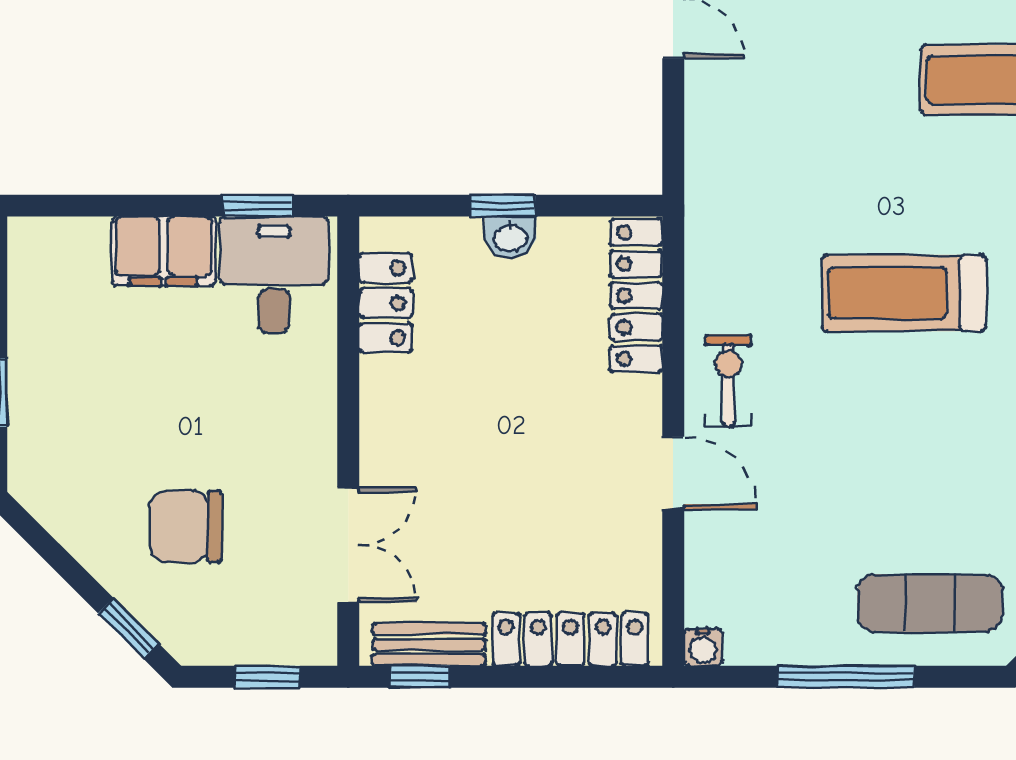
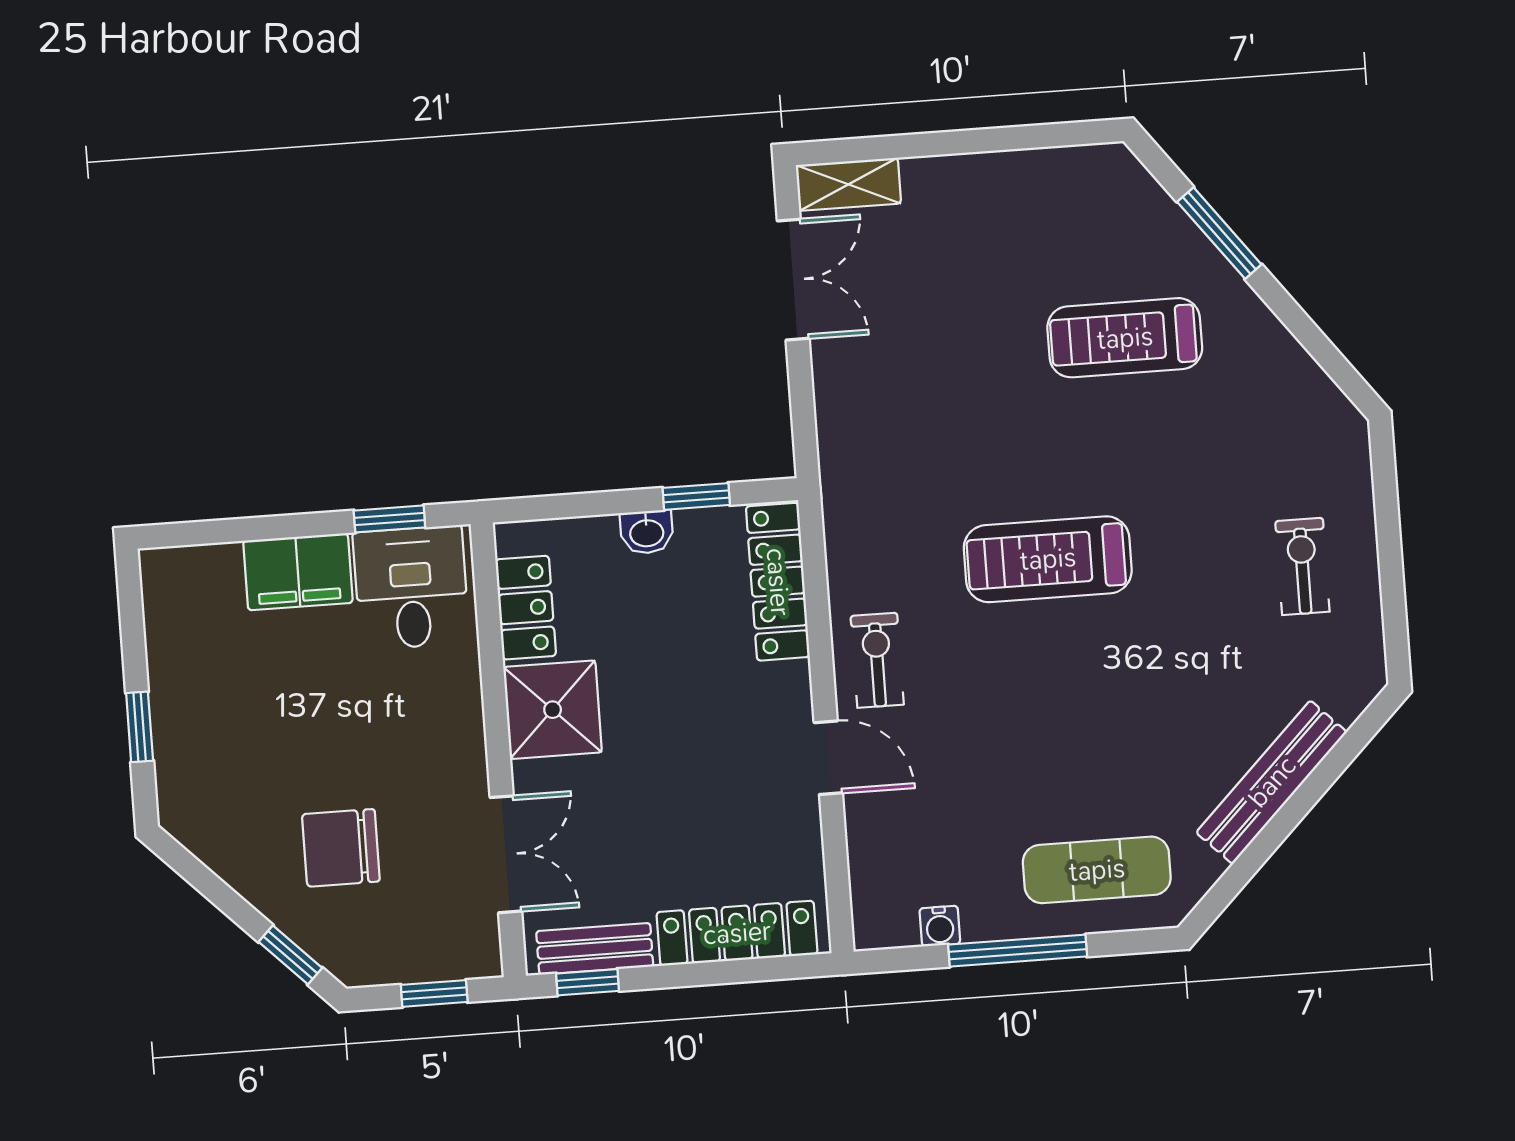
window: (503, 206) -> (696, 496), moved
shower: (405, 405) -> (553, 710), added
water cooler: (703, 647) -> (940, 926), moved

